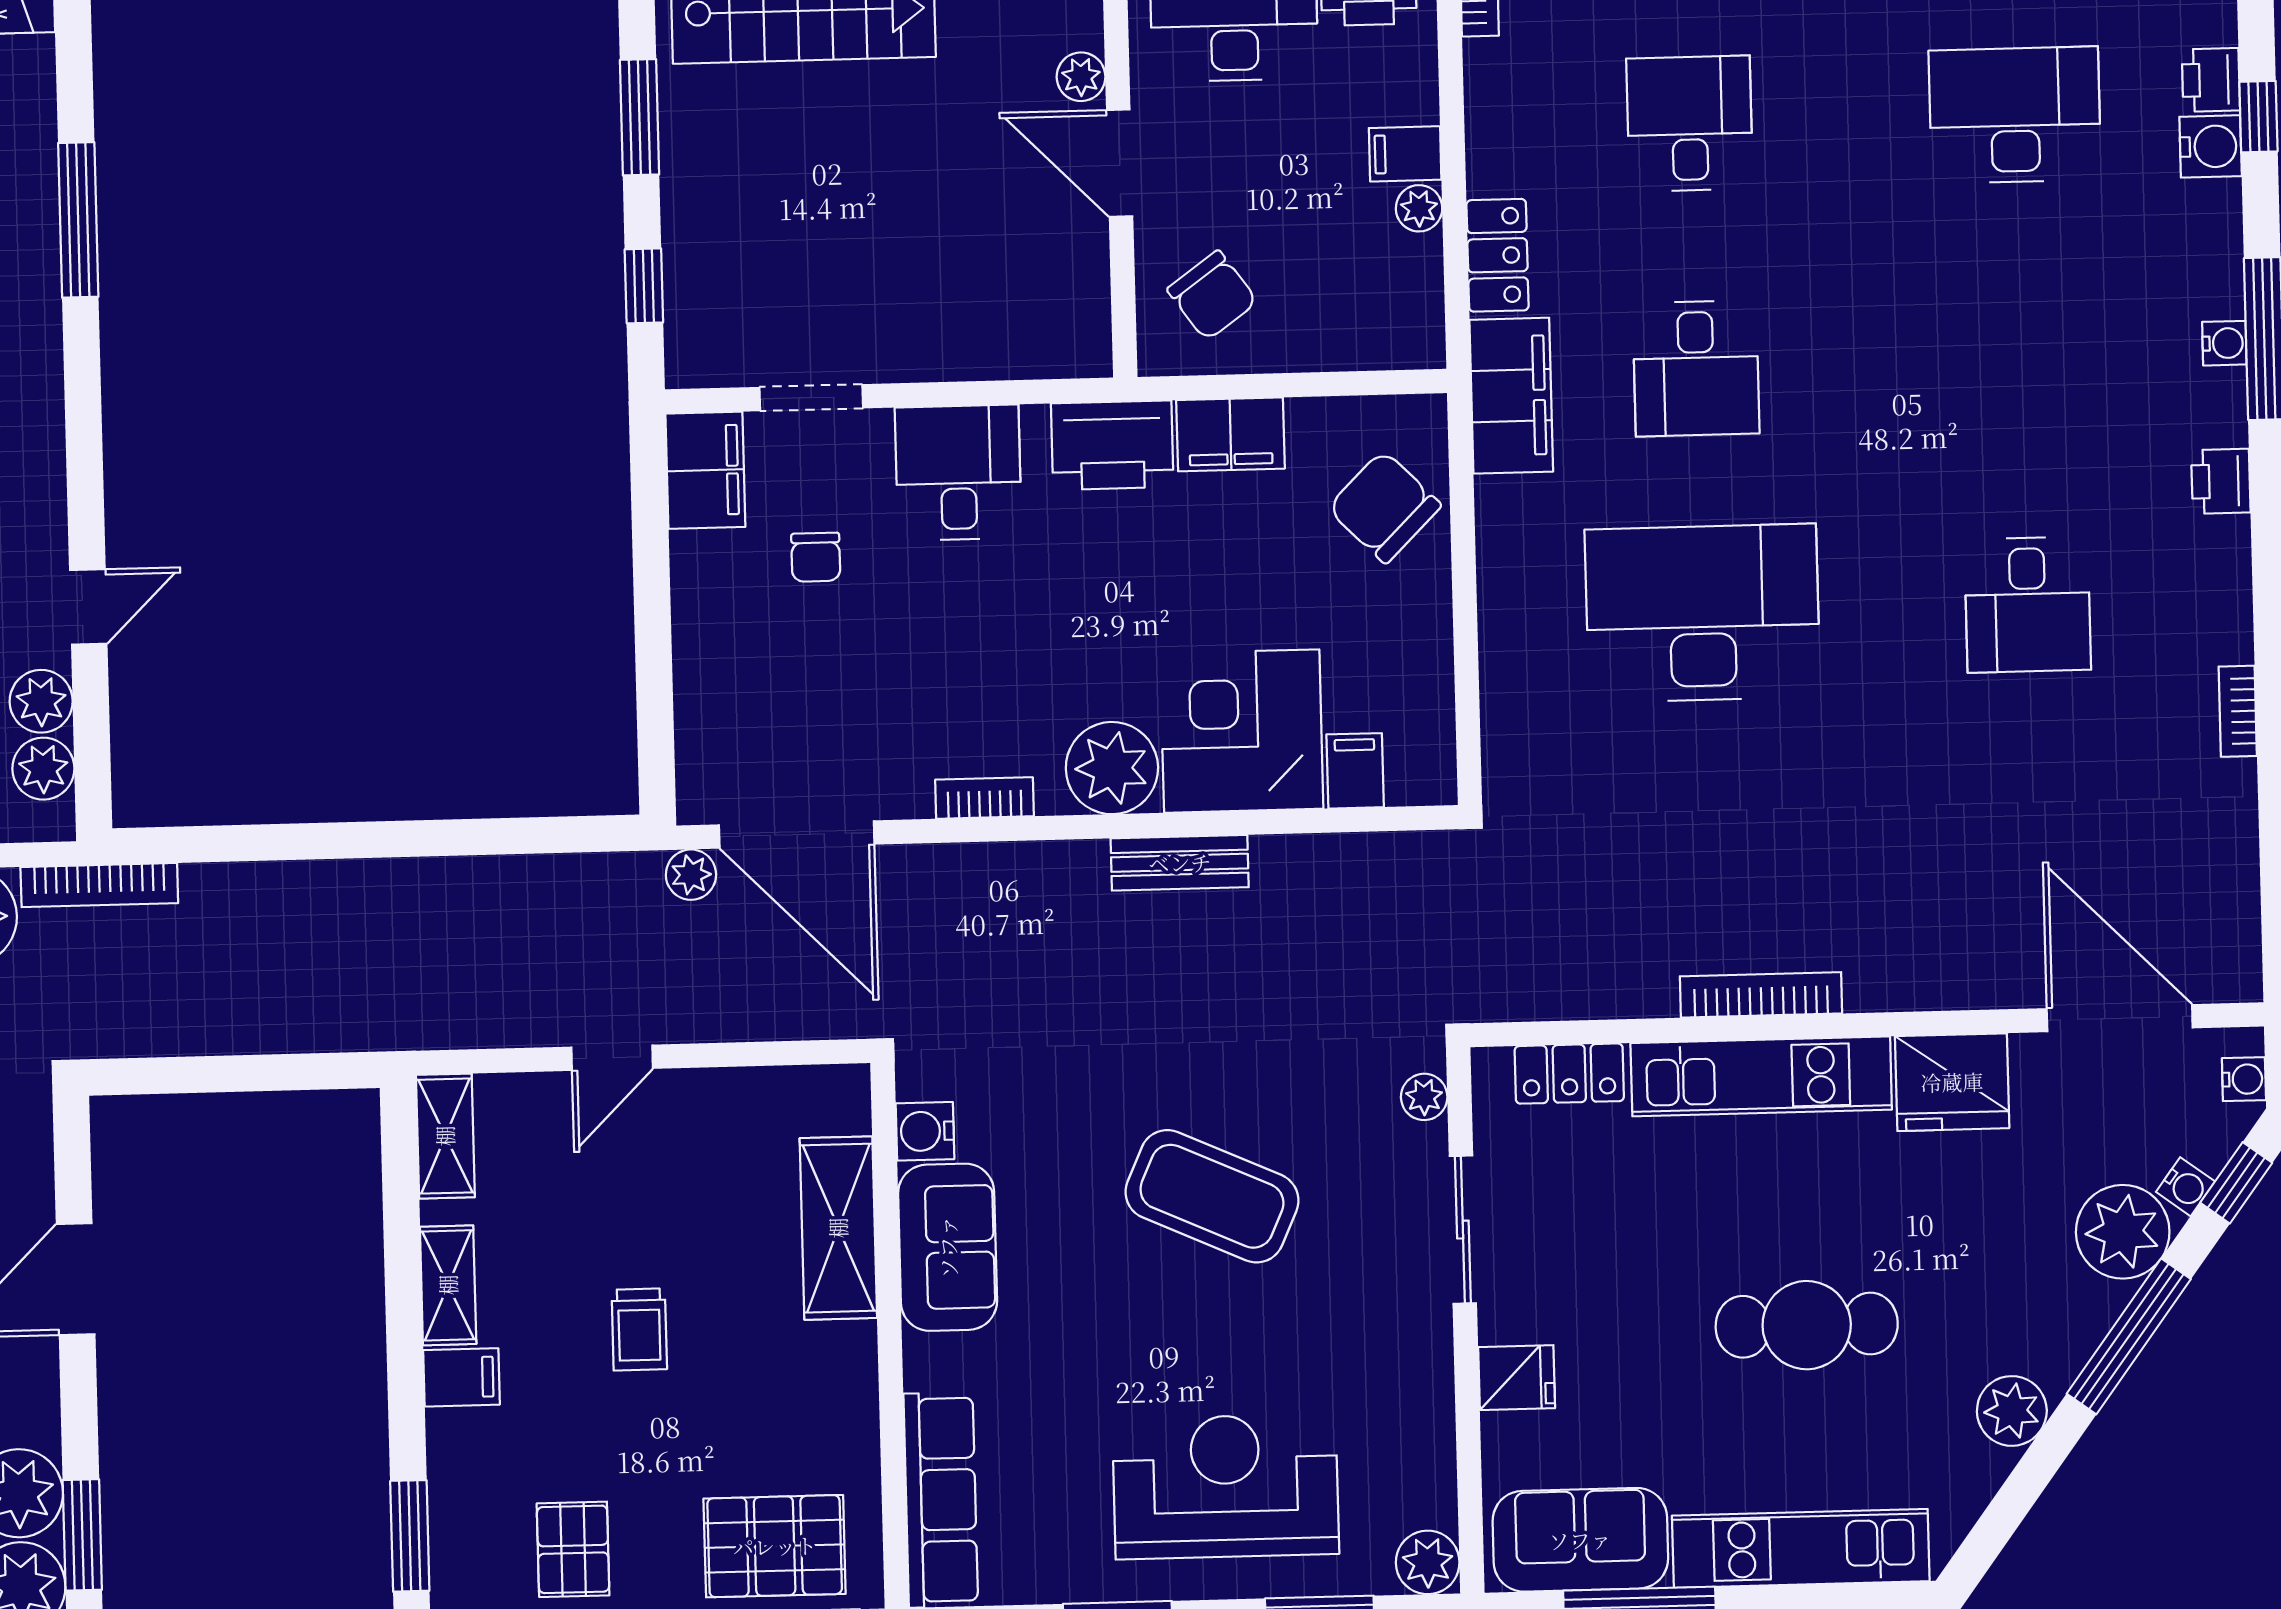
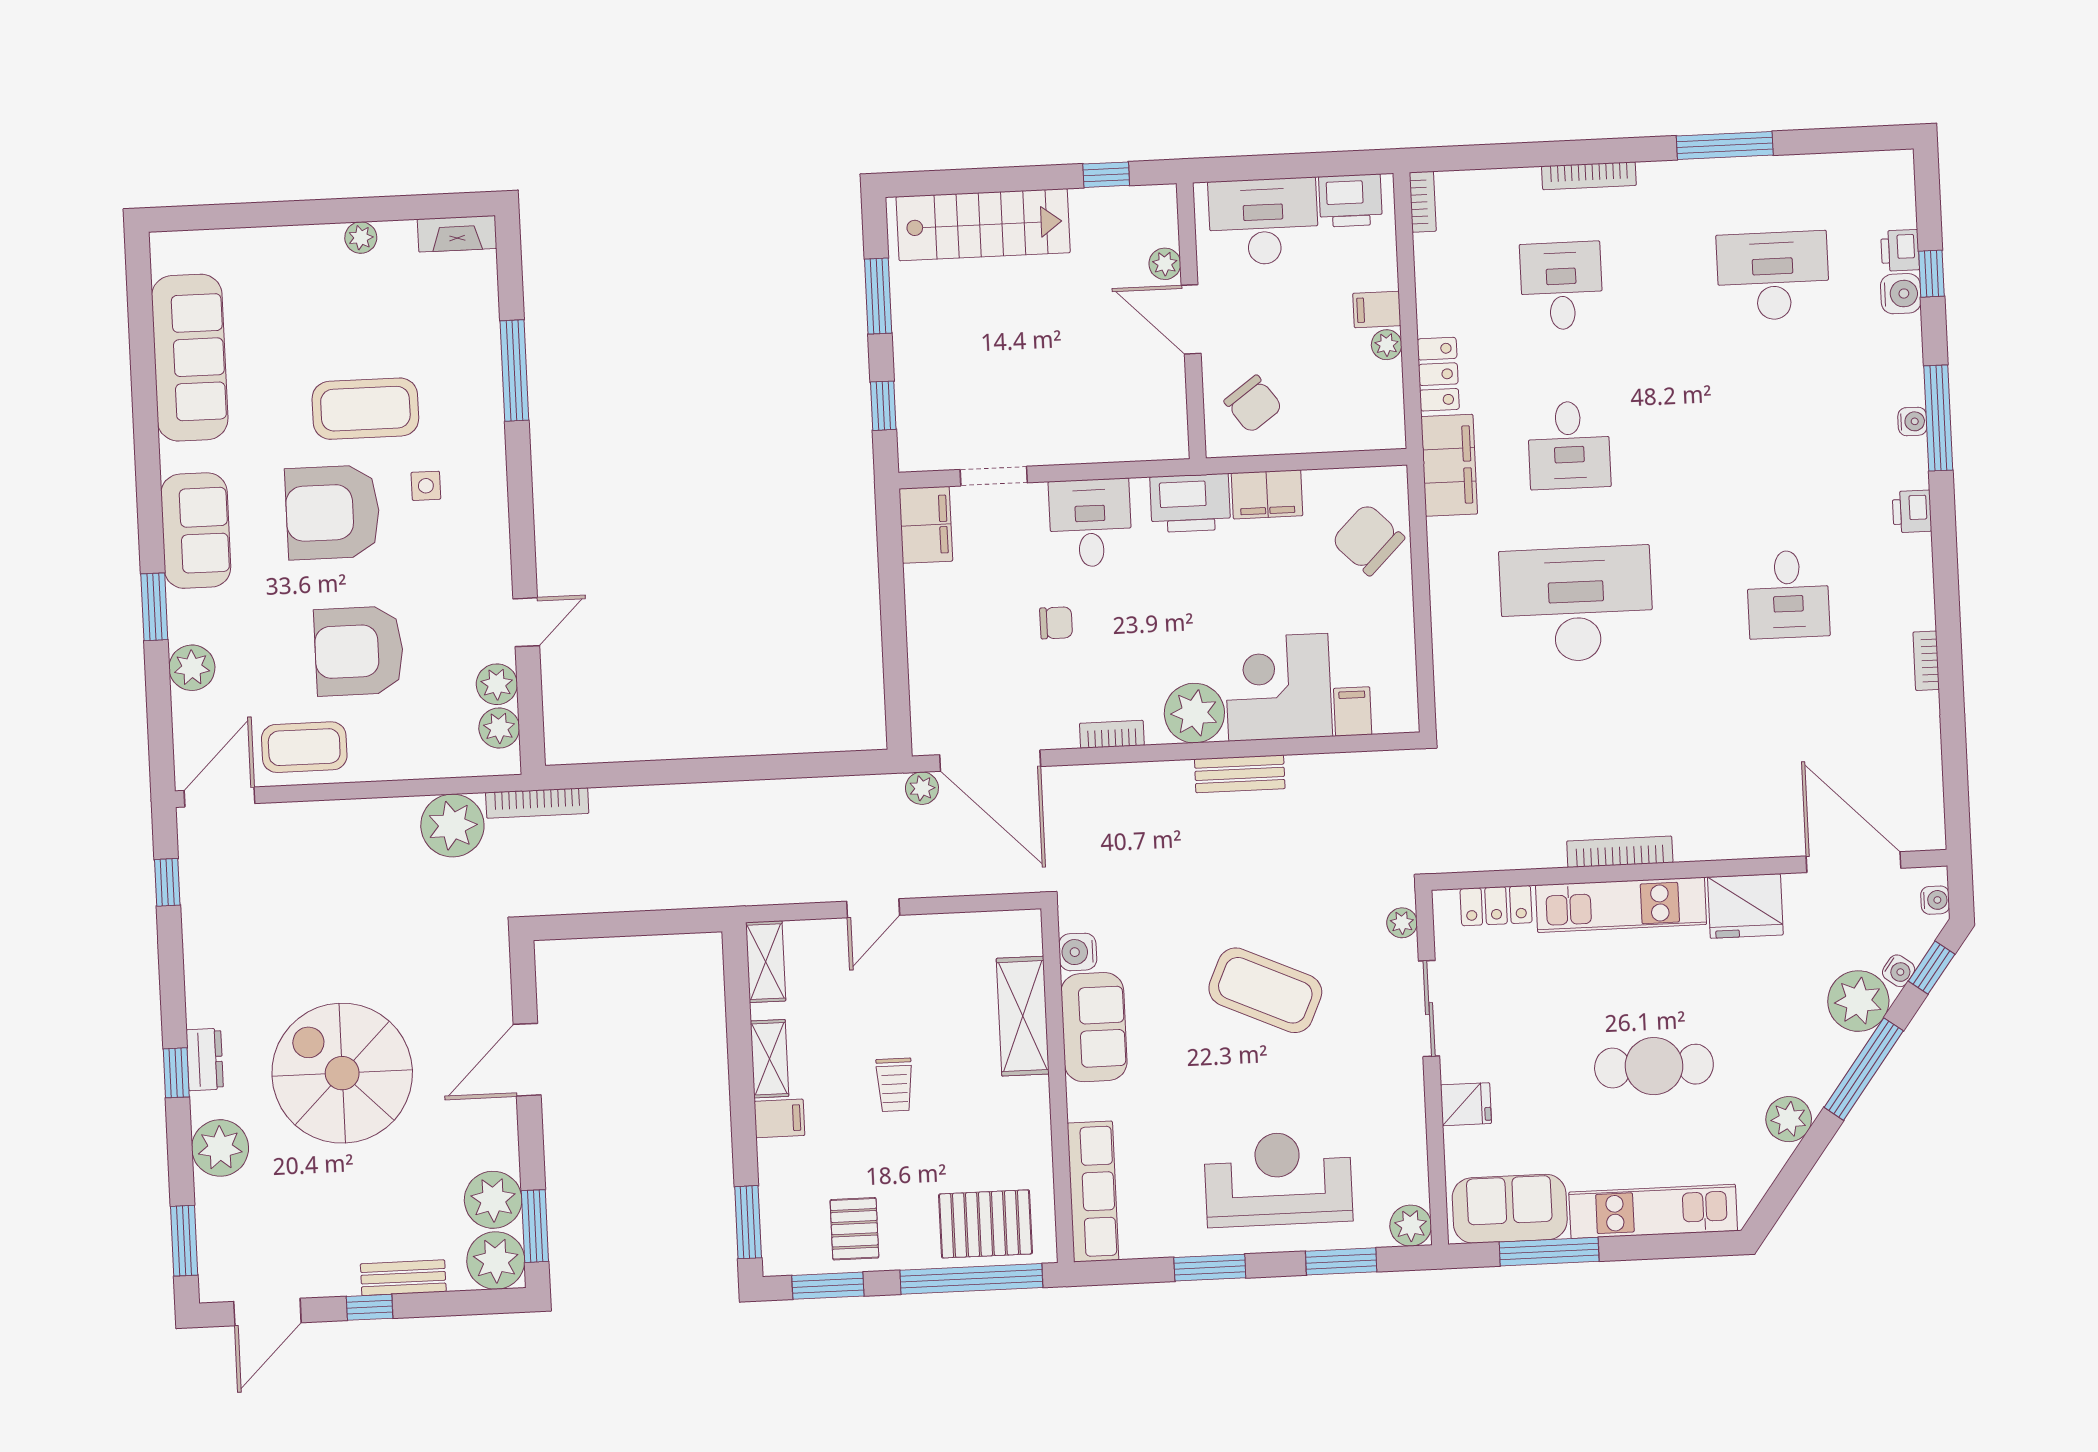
chair: (816, 557) -> (1056, 623), moved, turned -90

